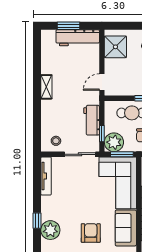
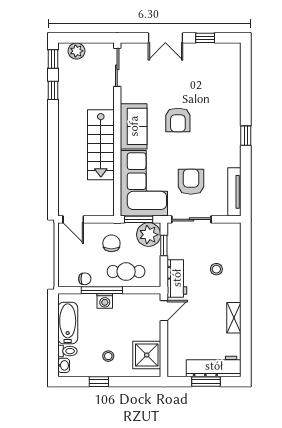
workbench: (78, 38) -> (214, 366), moved
shelving: (46, 87) -> (234, 318), moved
workbench: (92, 120) -> (177, 278), moved
stool: (56, 141) -> (216, 269), moved
armchair: (80, 184) -> (191, 182), added
plant: (50, 230) -> (229, 124), removed

